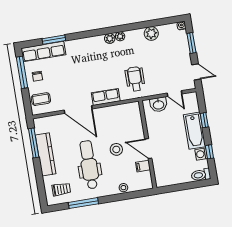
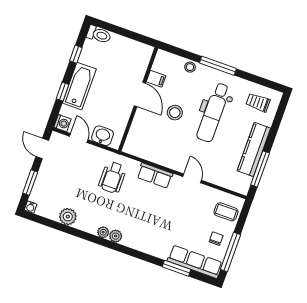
door: (78, 110) -> (192, 178), width x0.53
washing machine: (201, 154) -> (62, 123), moved
window: (83, 203) -> (218, 66), moved

